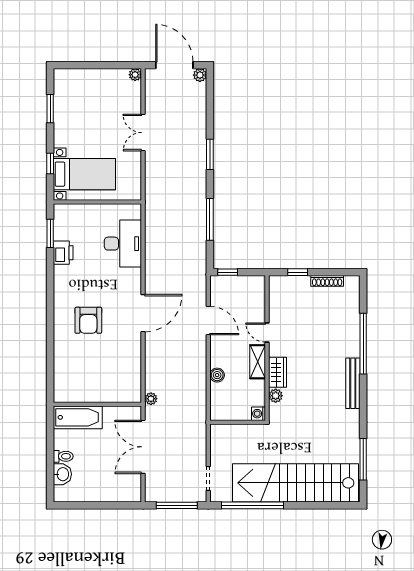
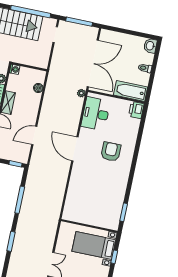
desk: (123, 244) -> (96, 114), moved
printer: (63, 253) -> (136, 110), moved
door: (143, 313) -> (75, 149), hinge flipped
door: (208, 320) -> (34, 135), hinge flipped
boiler: (217, 375) -> (38, 88), moved
double door: (143, 447) -> (93, 63), width x1.36
washbasin: (62, 474) -> (150, 46), moved

